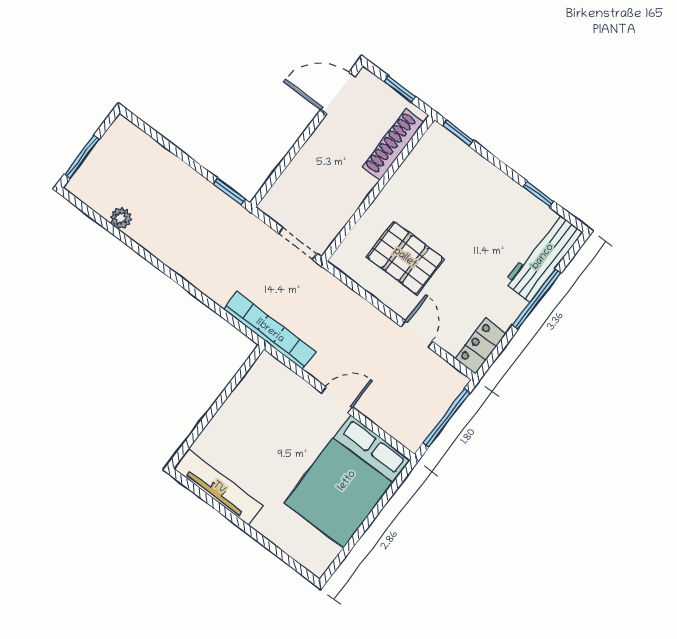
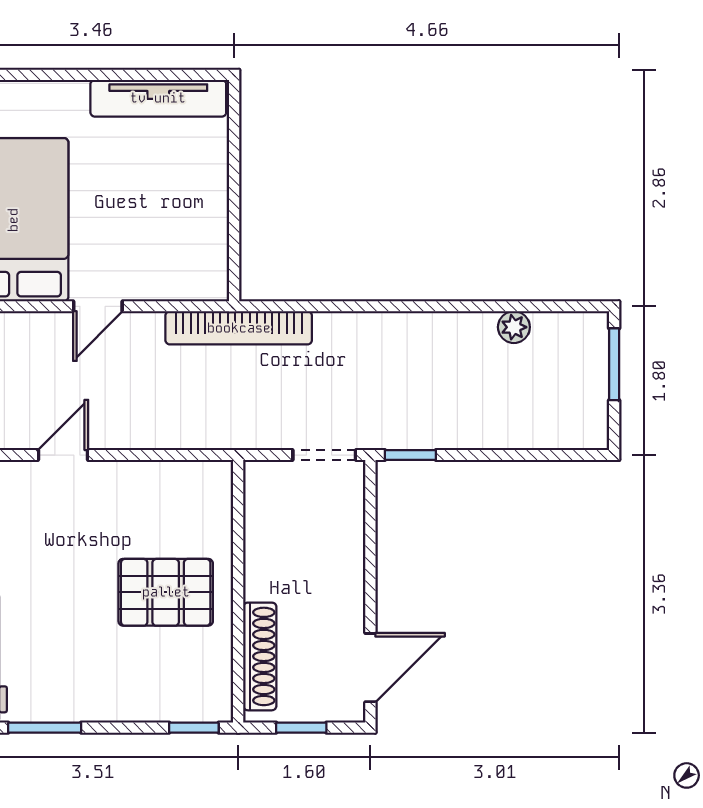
window: (538, 194) -> (45, 728), width x1.50
doorway: (298, 244) -> (324, 455), moved
pallet: (405, 258) -> (166, 592), moved
door: (417, 334) -> (63, 455), swing flipped

